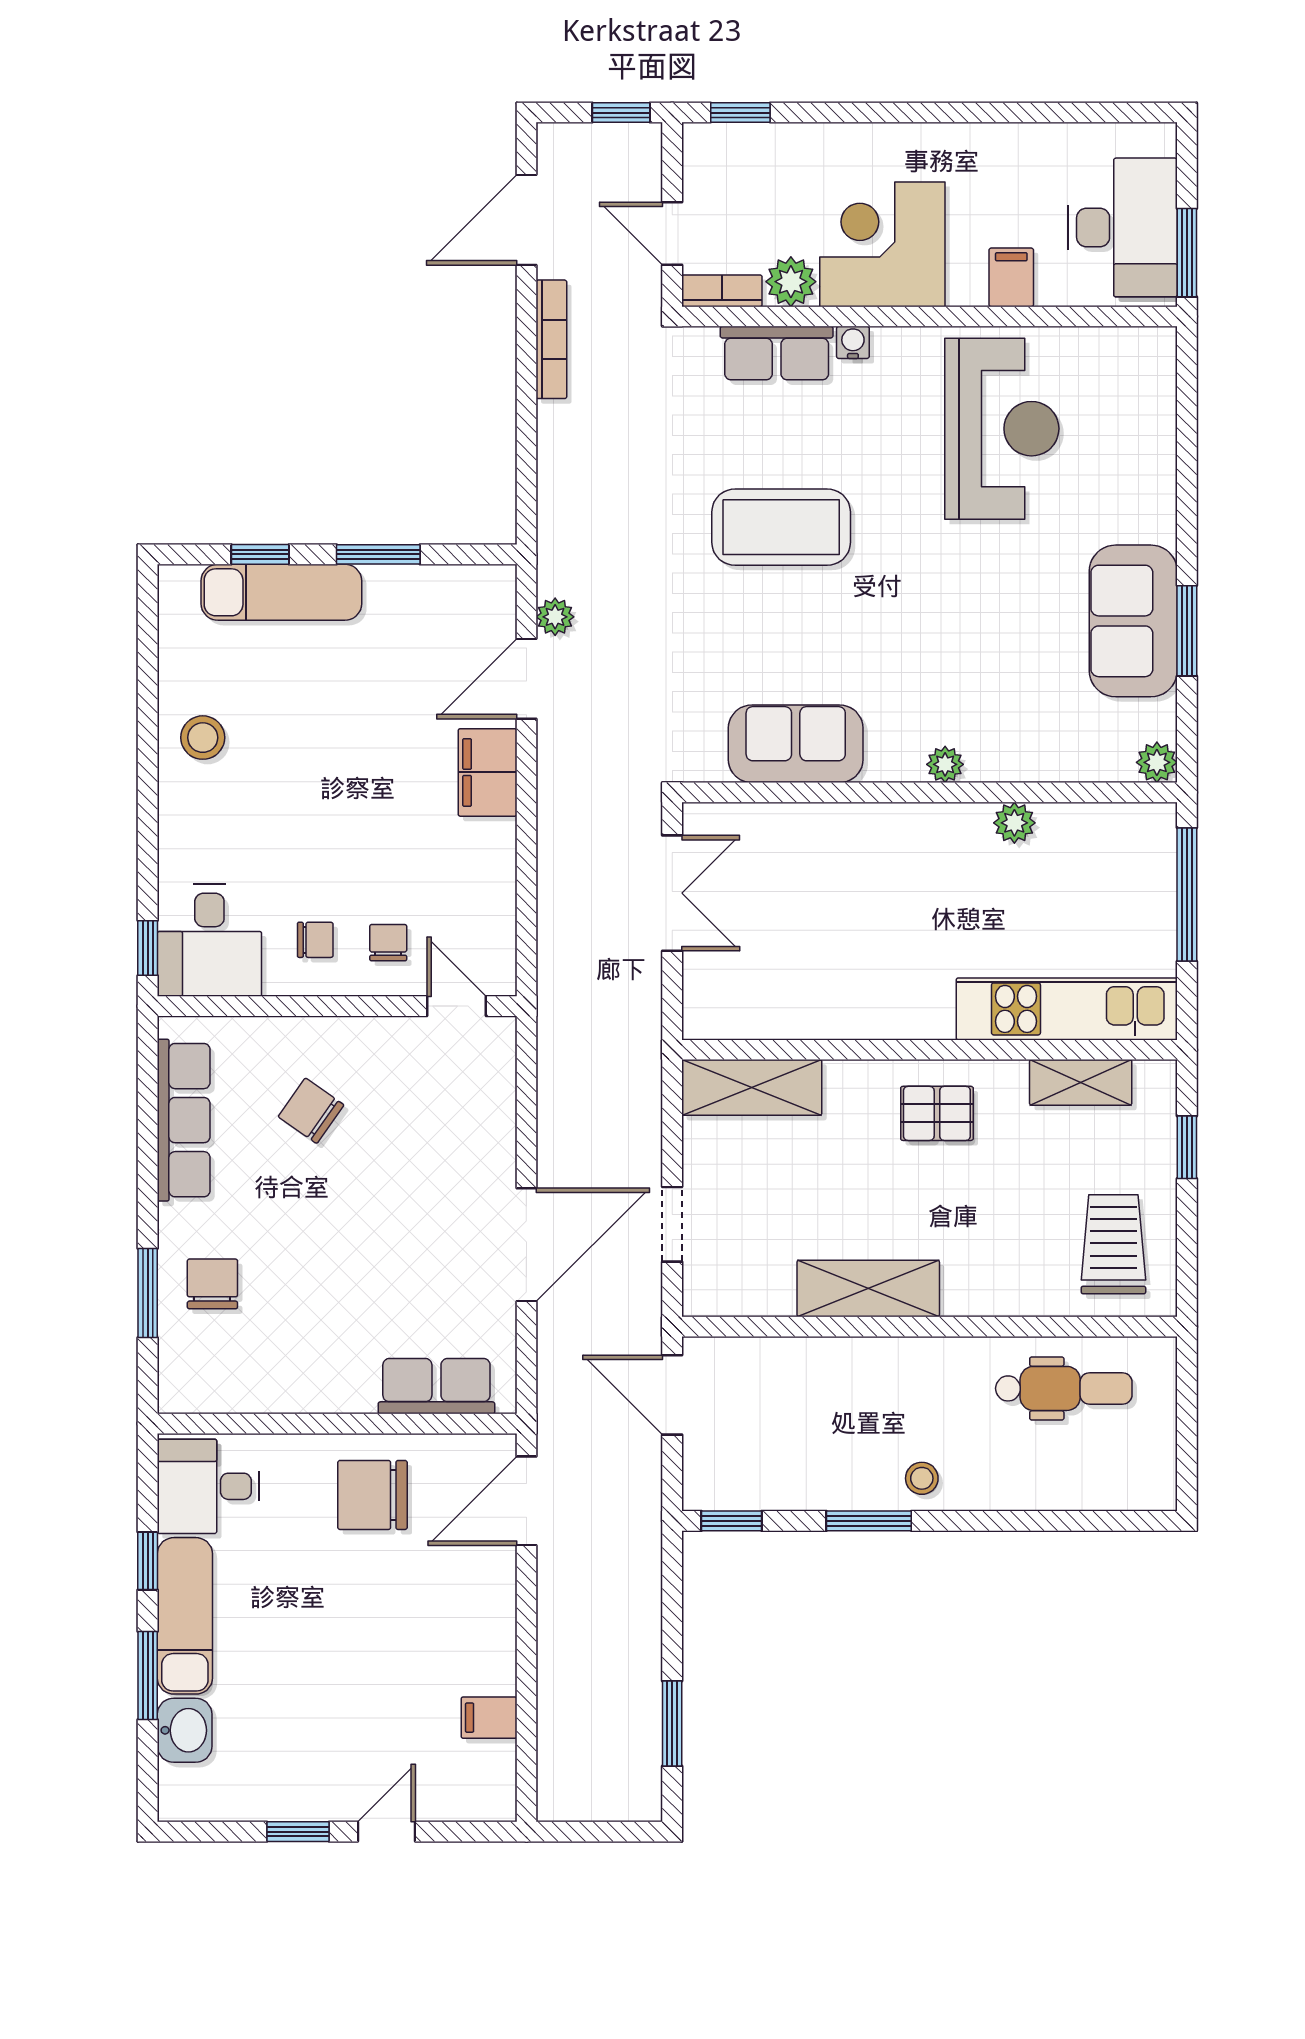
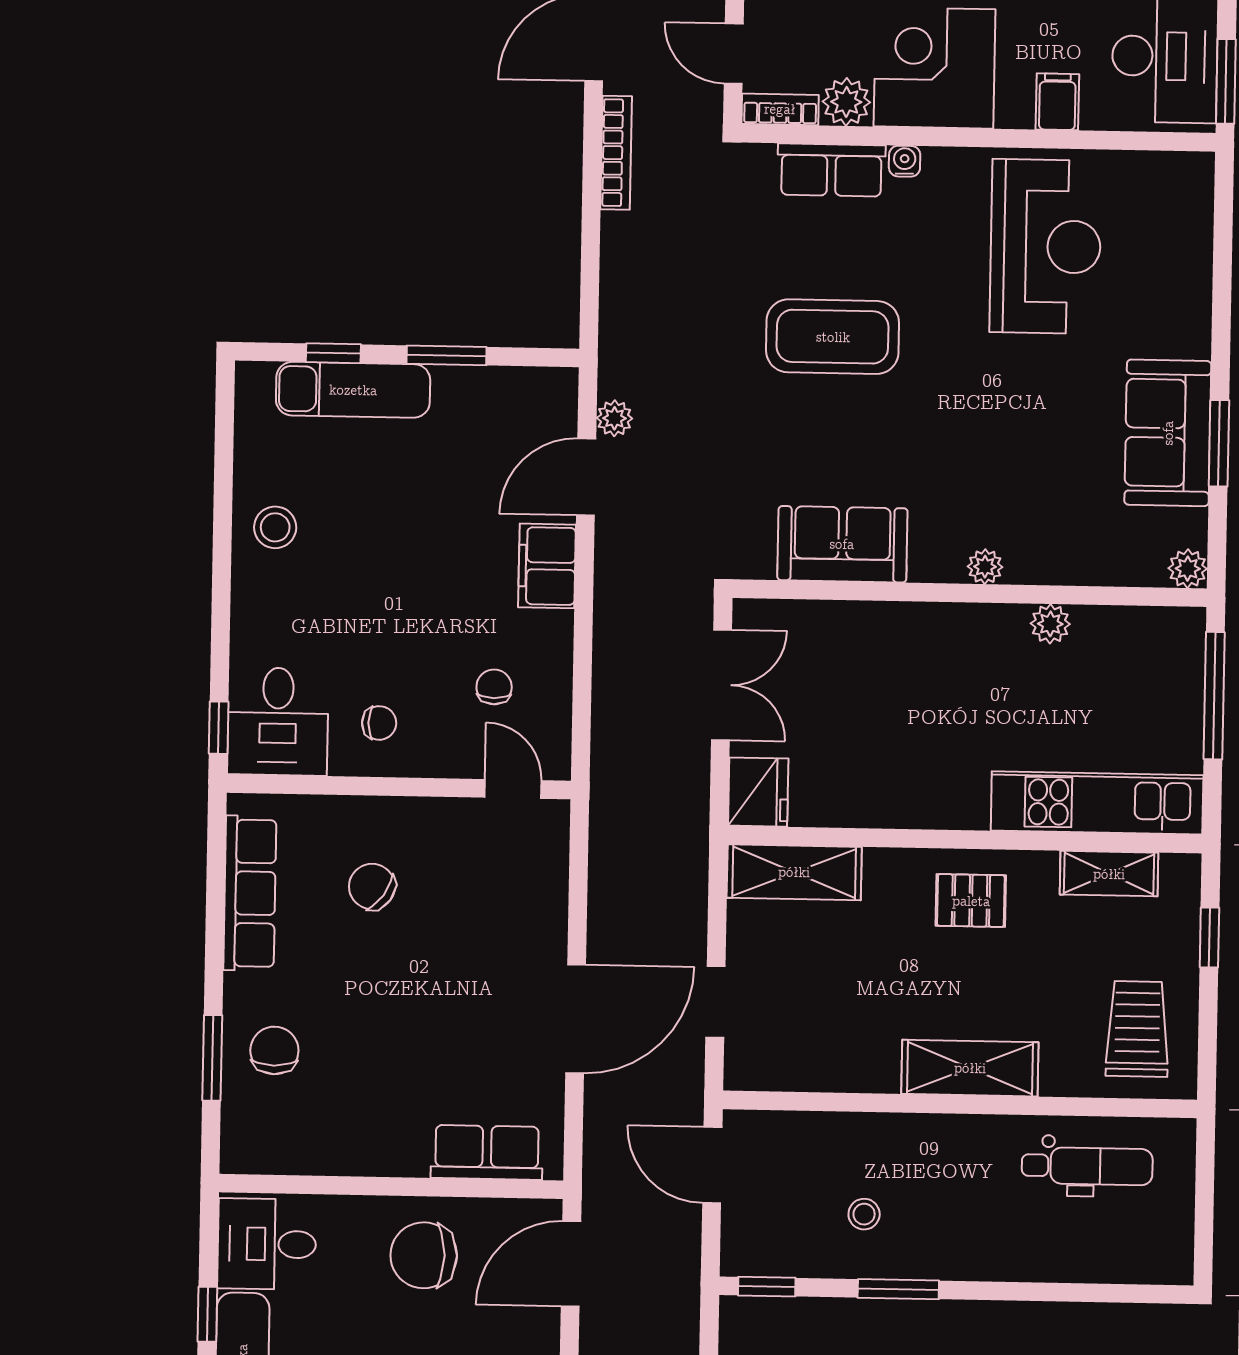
chair: (388, 943) -> (494, 687), moved
fridge: (713, 1004) -> (758, 792), added
shelving: (868, 1288) -> (970, 1068), moved
stool: (922, 1478) -> (864, 1214), moved

